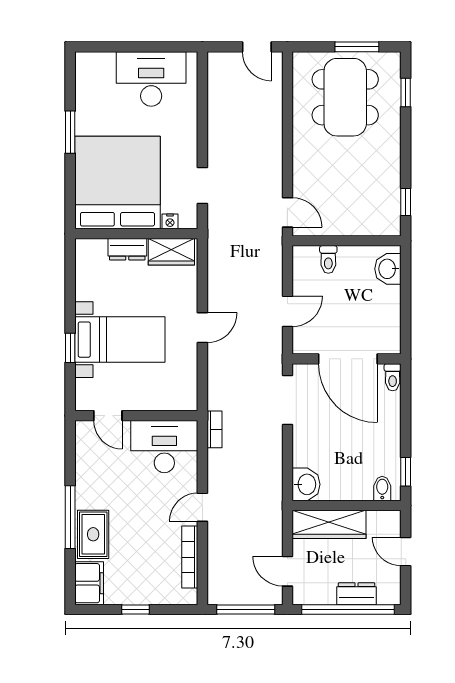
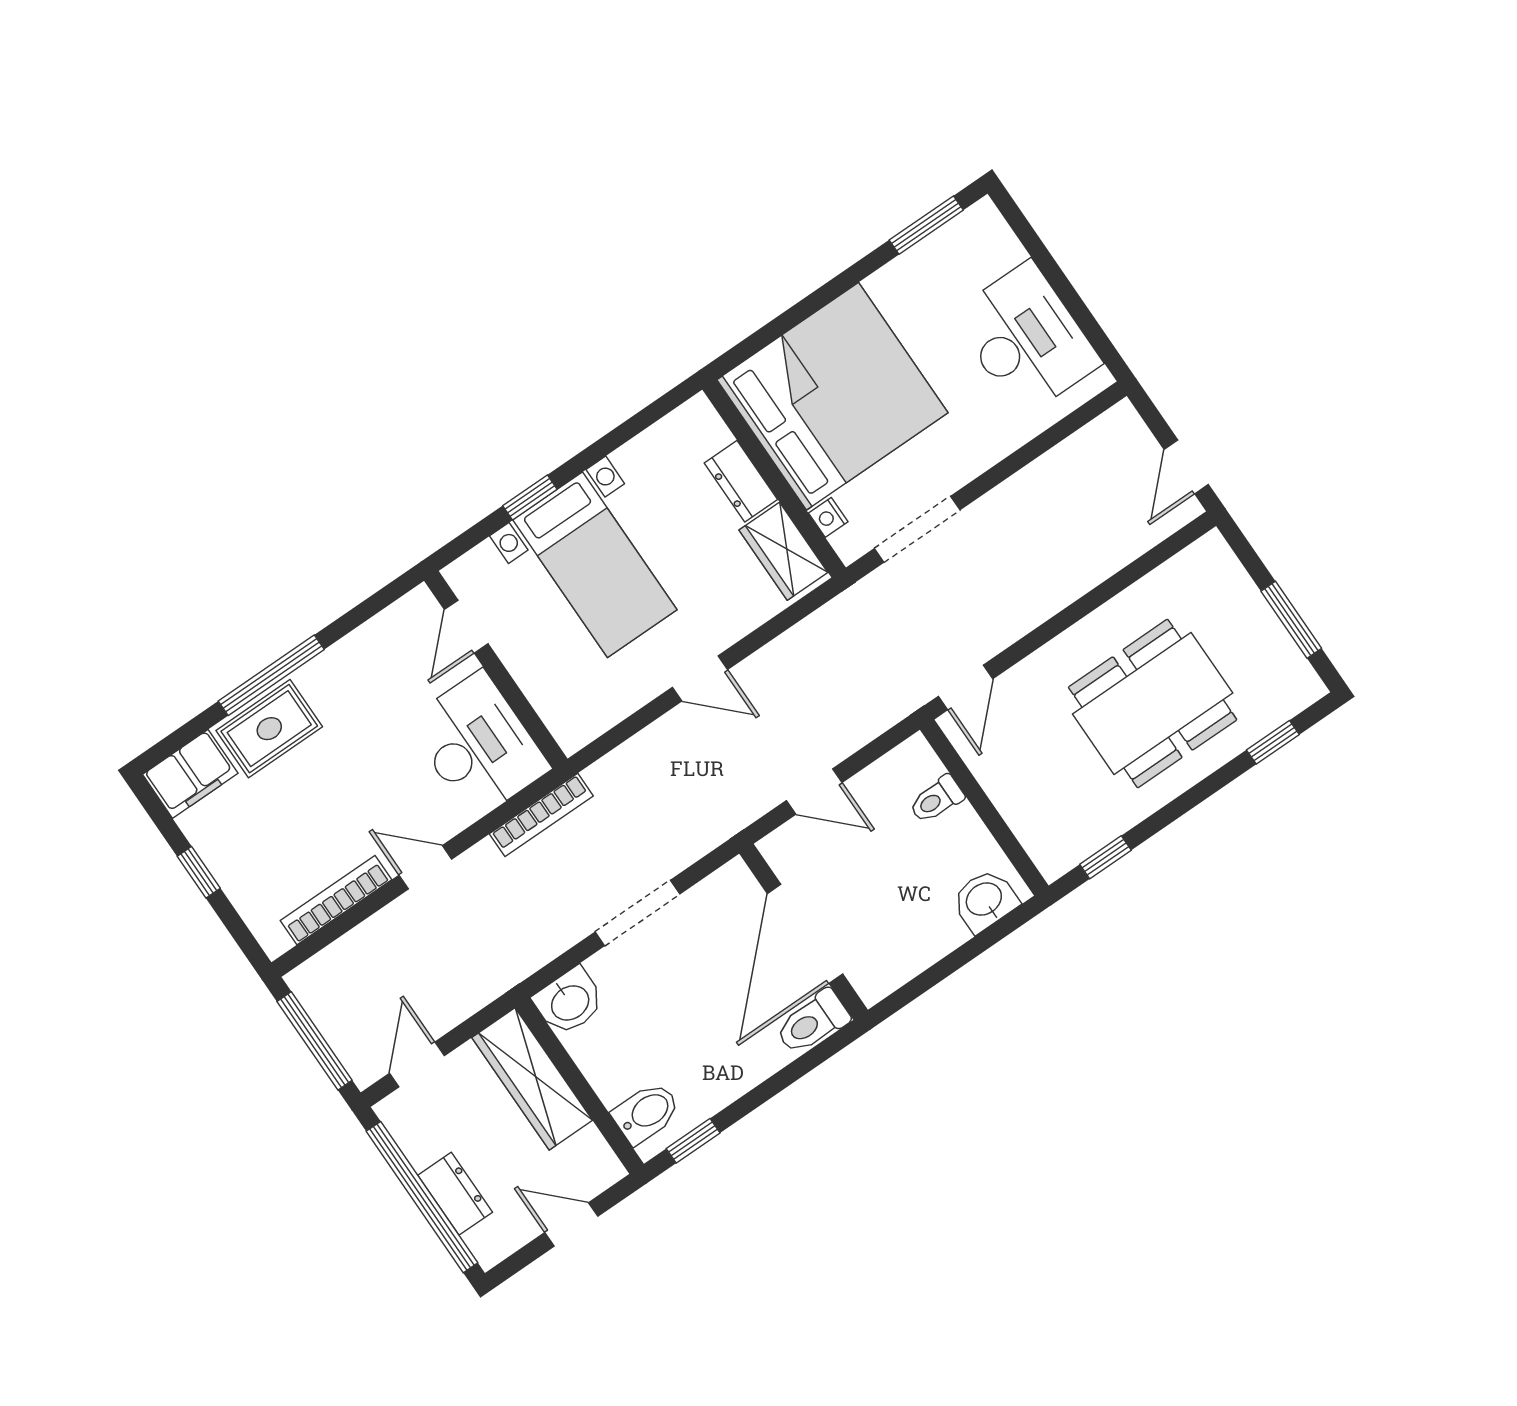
dining table: (345, 97) -> (1153, 703), moved
window: (70, 132) -> (926, 225), moved
doorway: (202, 185) -> (917, 529), width x1.38
toilet: (393, 377) -> (812, 1022), width x1.37, depth x1.39
doorway: (287, 400) -> (637, 913), moved
bookcase: (215, 429) -> (541, 815), width x1.56
bidet: (382, 488) -> (646, 1113), width x1.38, depth x1.36
door: (406, 552) -> (571, 1224), hinge flipped

